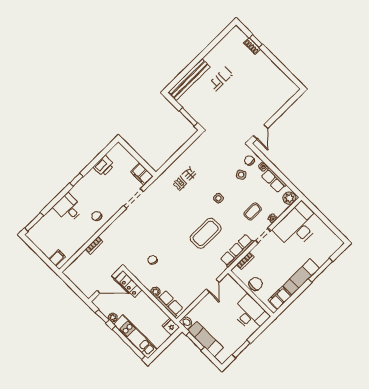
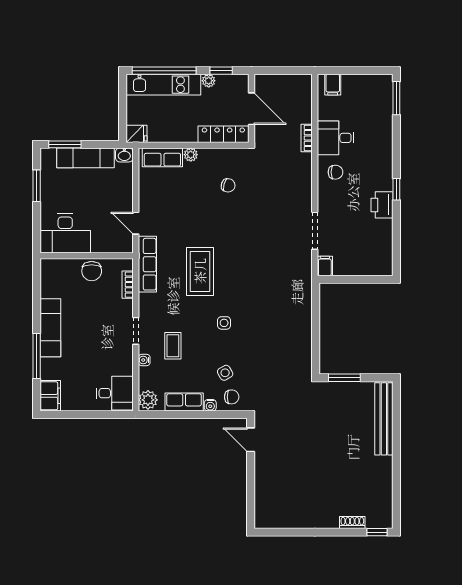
window: (256, 41) -> (377, 532), moved
printer: (104, 166) -> (382, 205), moved
filing cabinet: (142, 174) -> (325, 266), width x0.50
desk: (68, 208) -> (336, 138), moved, turned 180
desk: (297, 226) -> (115, 393), width x0.53, depth x0.77
row of seats: (237, 251) -> (147, 264), moved
door: (106, 285) -> (252, 109), swing flipped
locker: (131, 286) -> (223, 134), width x1.53
filing cabinet: (280, 298) -> (50, 396), moved
window: (195, 341) -> (65, 144), moved

